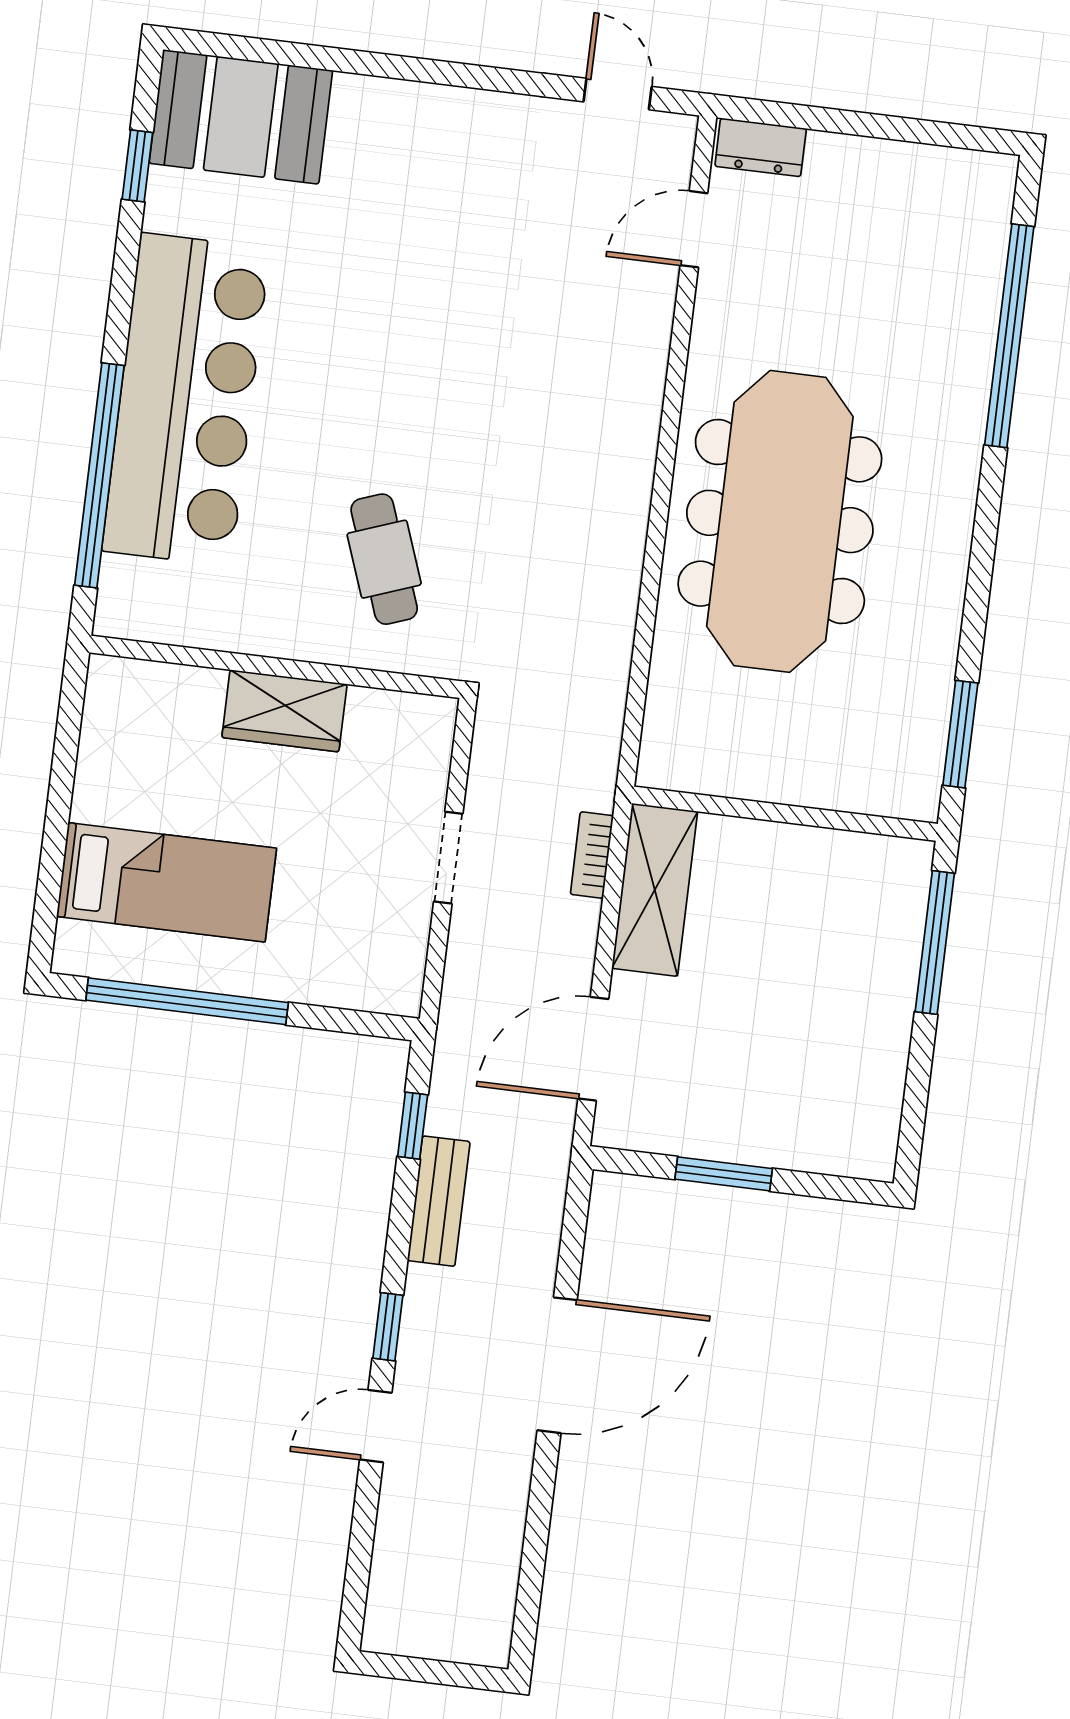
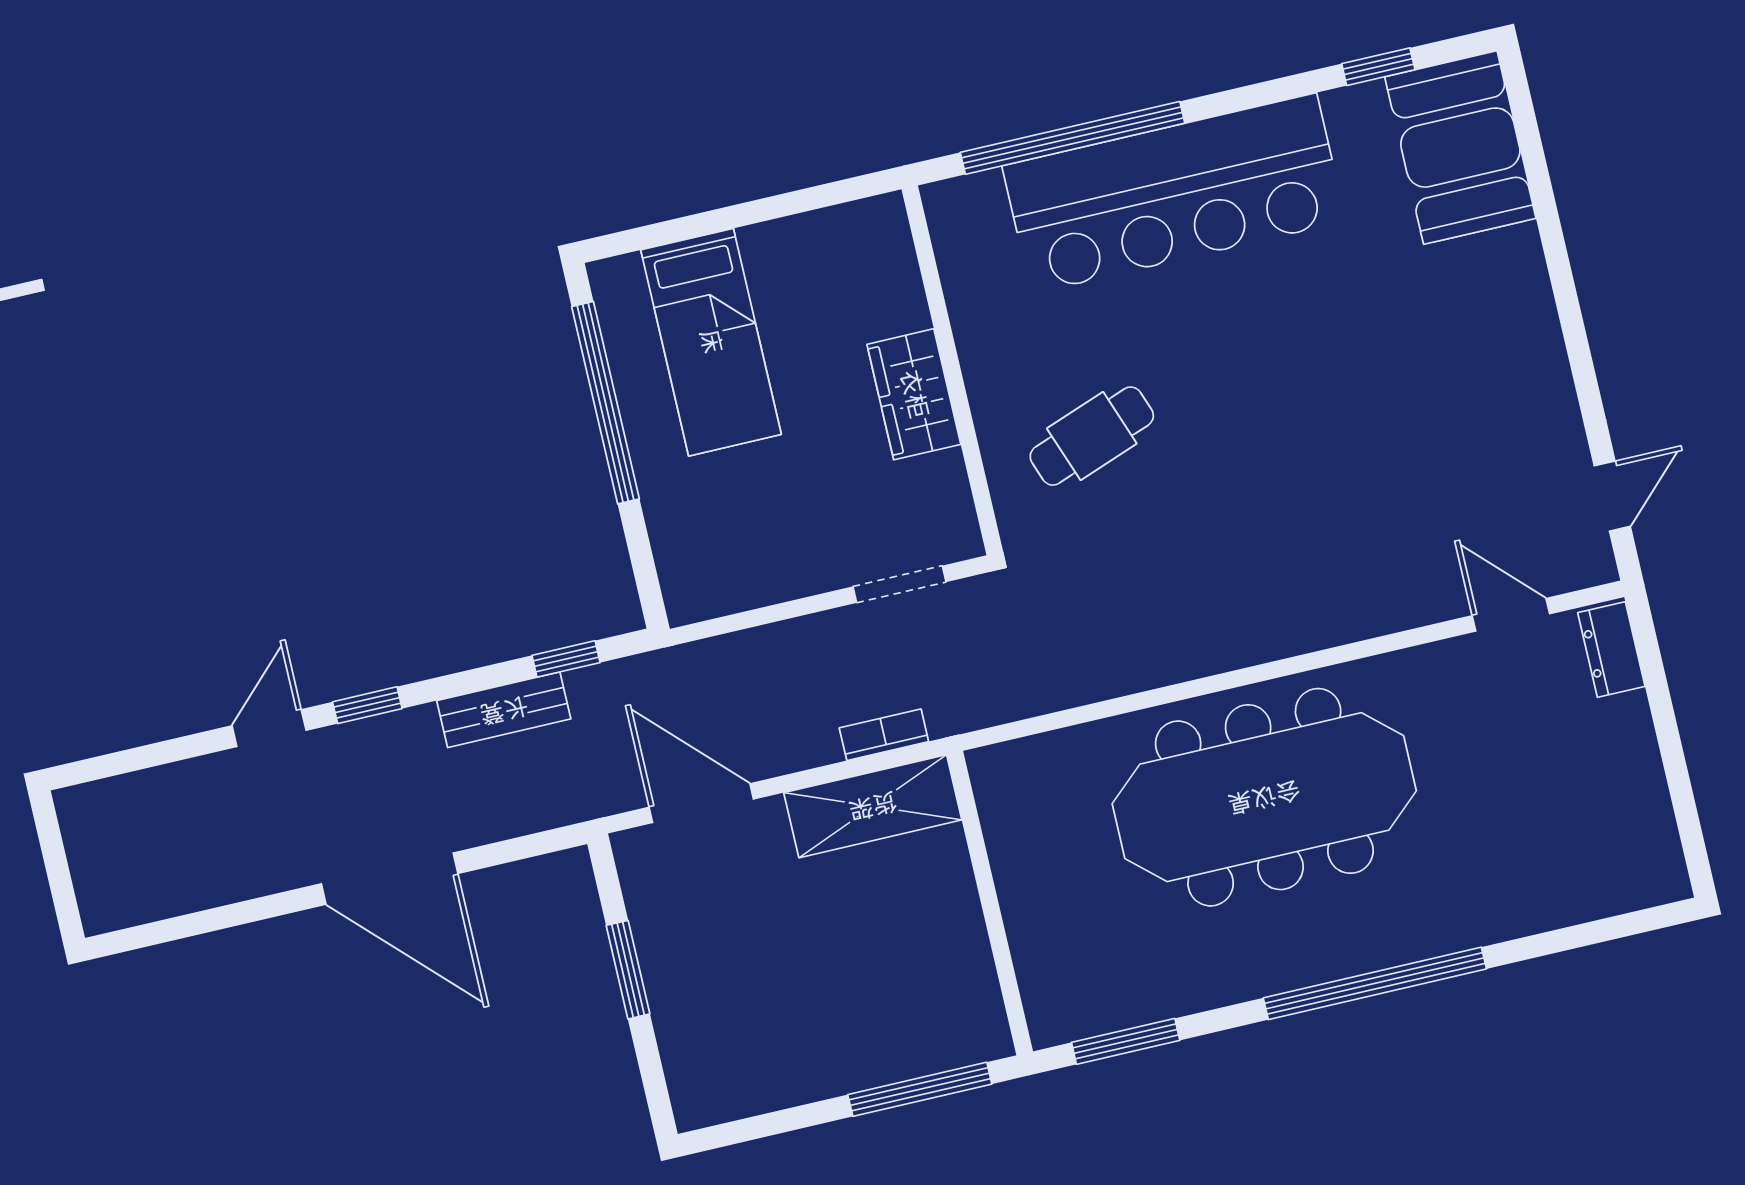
window: (1009, 336) -> (1375, 983), moved
doorway: (448, 858) -> (899, 584), moved
door: (376, 1426) -> (269, 728), hinge flipped

